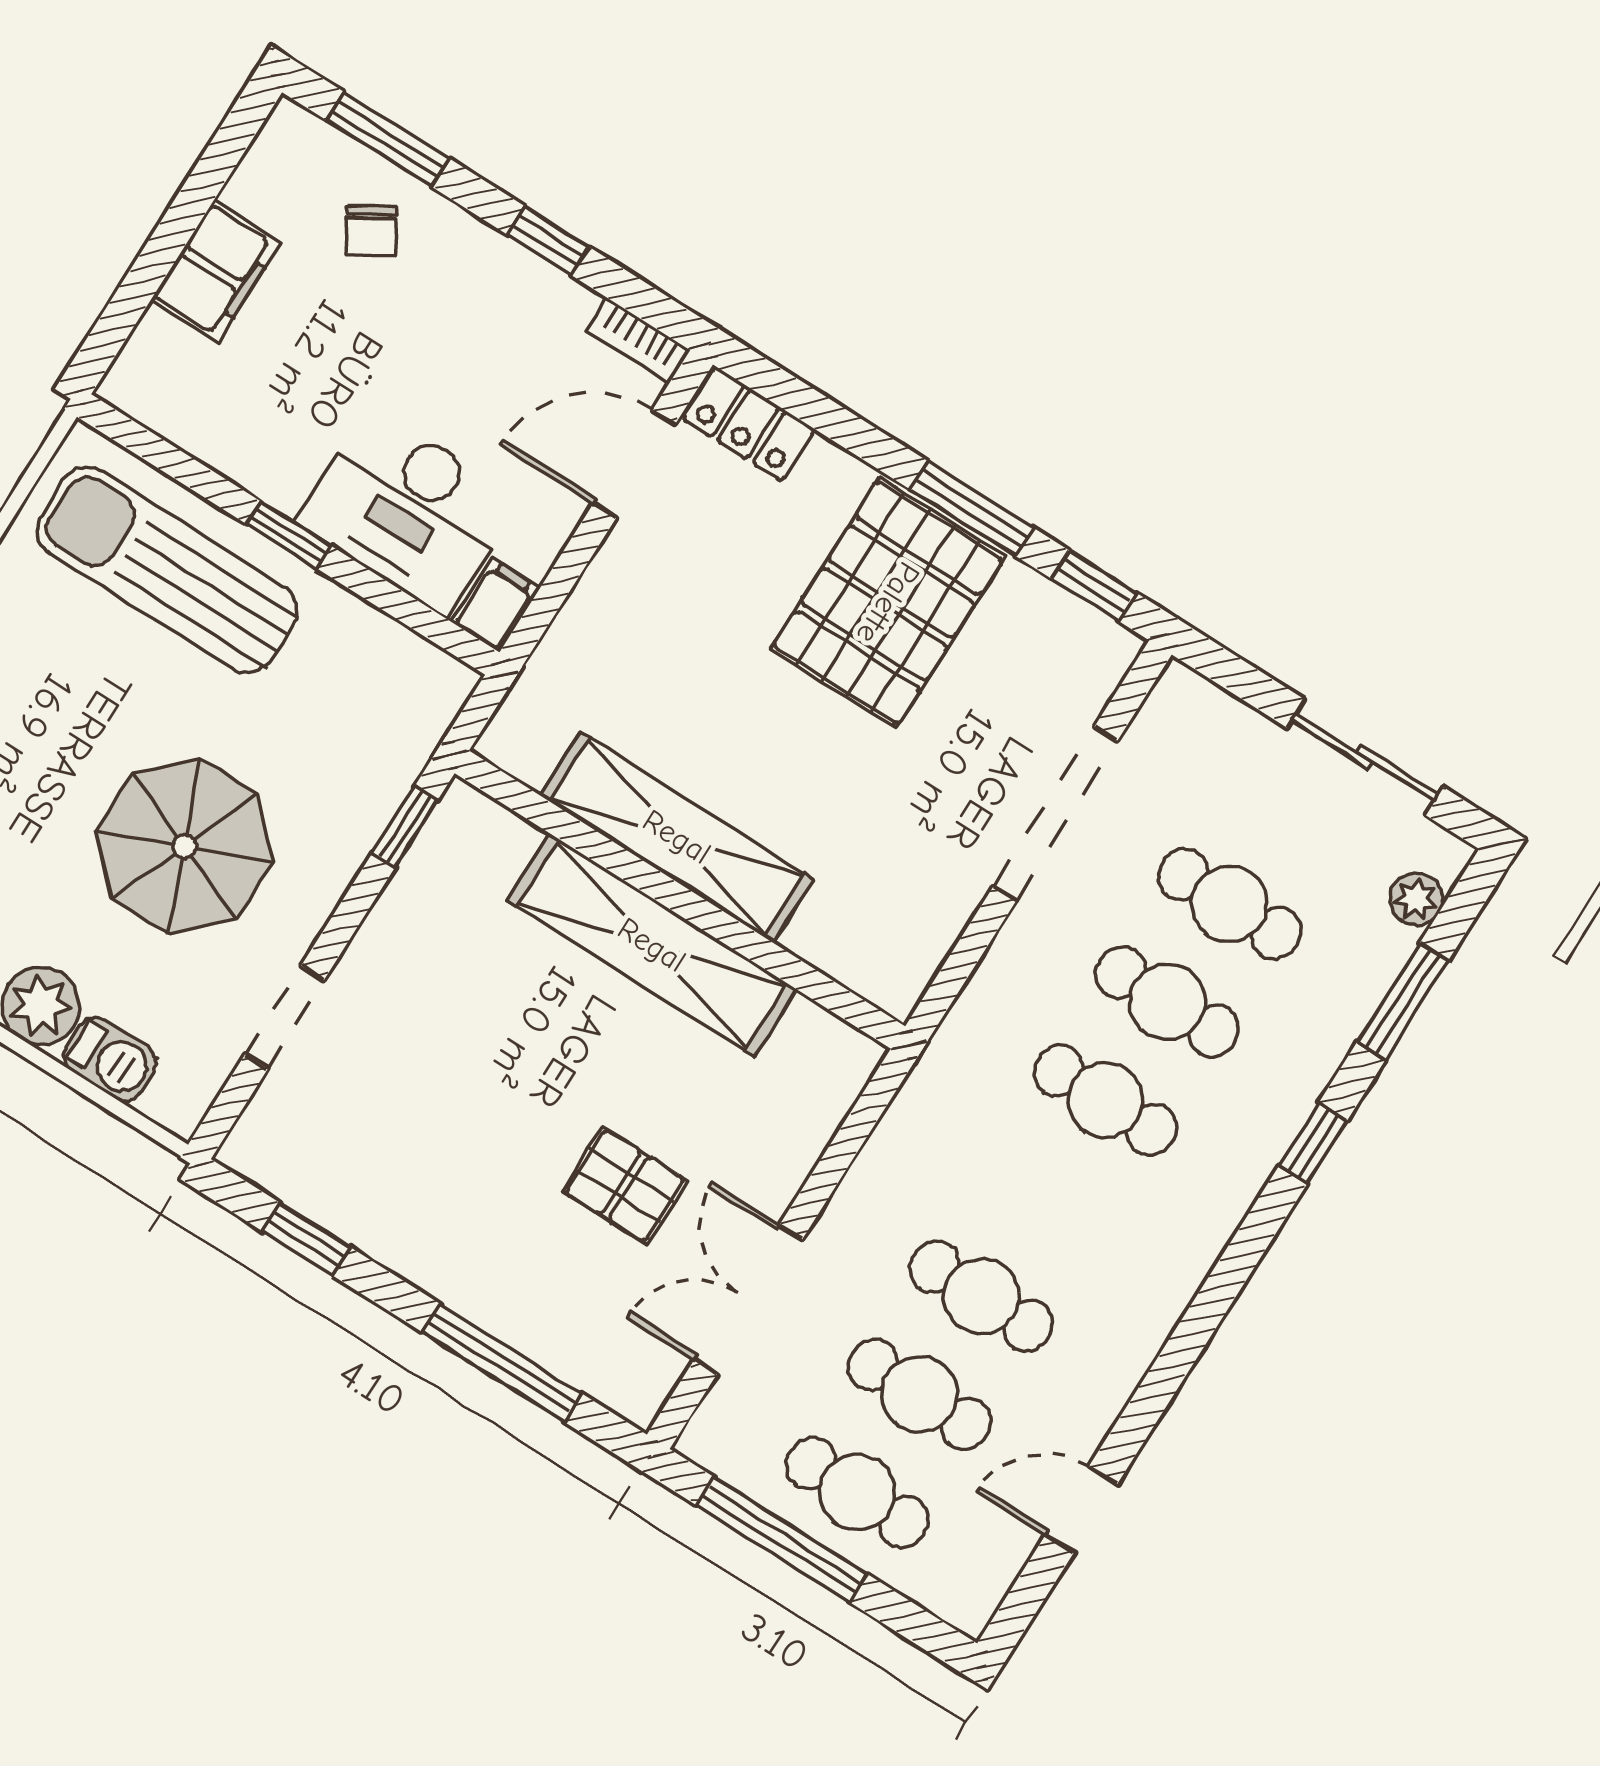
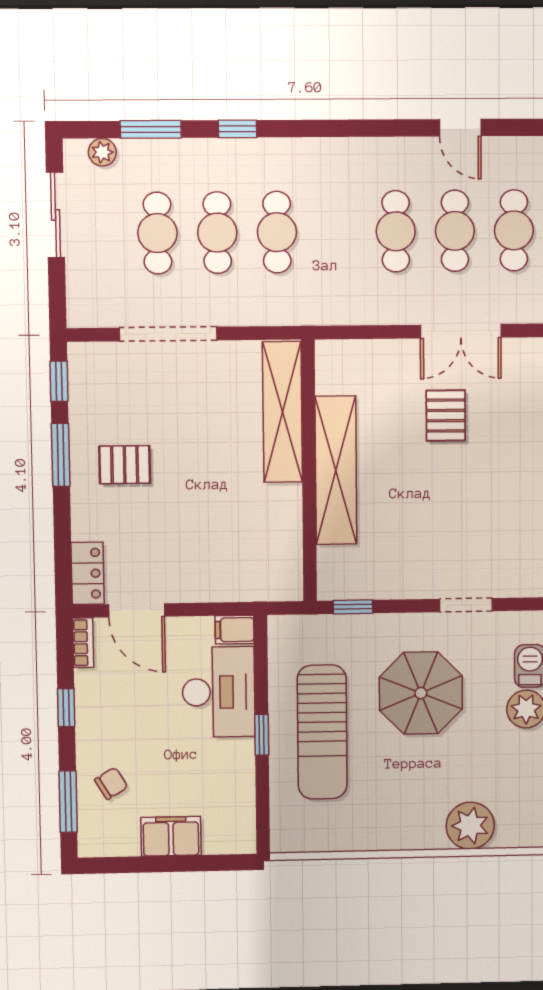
sun lounger: (167, 570) -> (322, 732), moved
pallet: (888, 603) -> (125, 465), width x0.49, depth x0.50
shelving: (677, 837) -> (282, 412), moved

